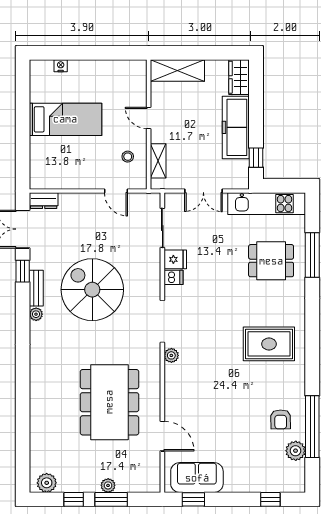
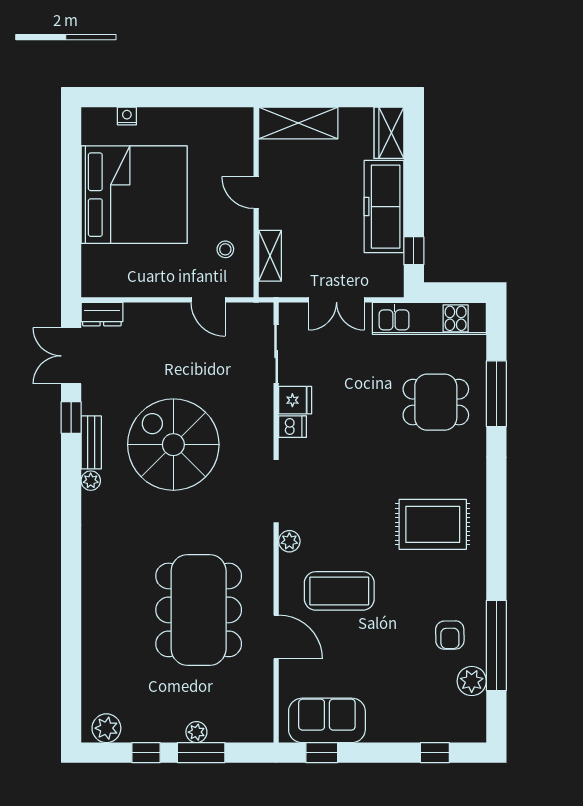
bed: (65, 119) -> (134, 195), width x2.04
coffee table: (205, 389) -> (339, 591), added
door: (162, 436) -> (276, 637), moved

